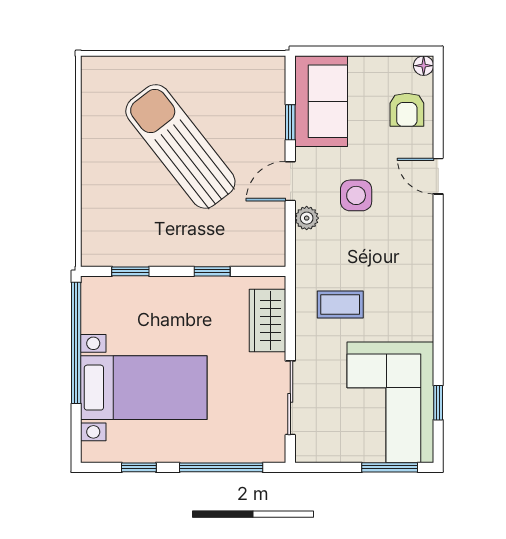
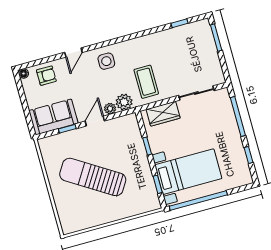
sun lounger: (180, 146) -> (93, 177), turned 70
door: (290, 181) -> (95, 121), swing flipped
side table: (356, 195) -> (106, 61), moved
plant: (312, 250) -> (124, 102), added
coffee table: (340, 305) -> (146, 82), width x1.36, depth x1.30
bed with nightstands: (144, 388) -> (188, 172), moved, turned 90
corner sofa: (390, 402) -> (186, 46), removed

